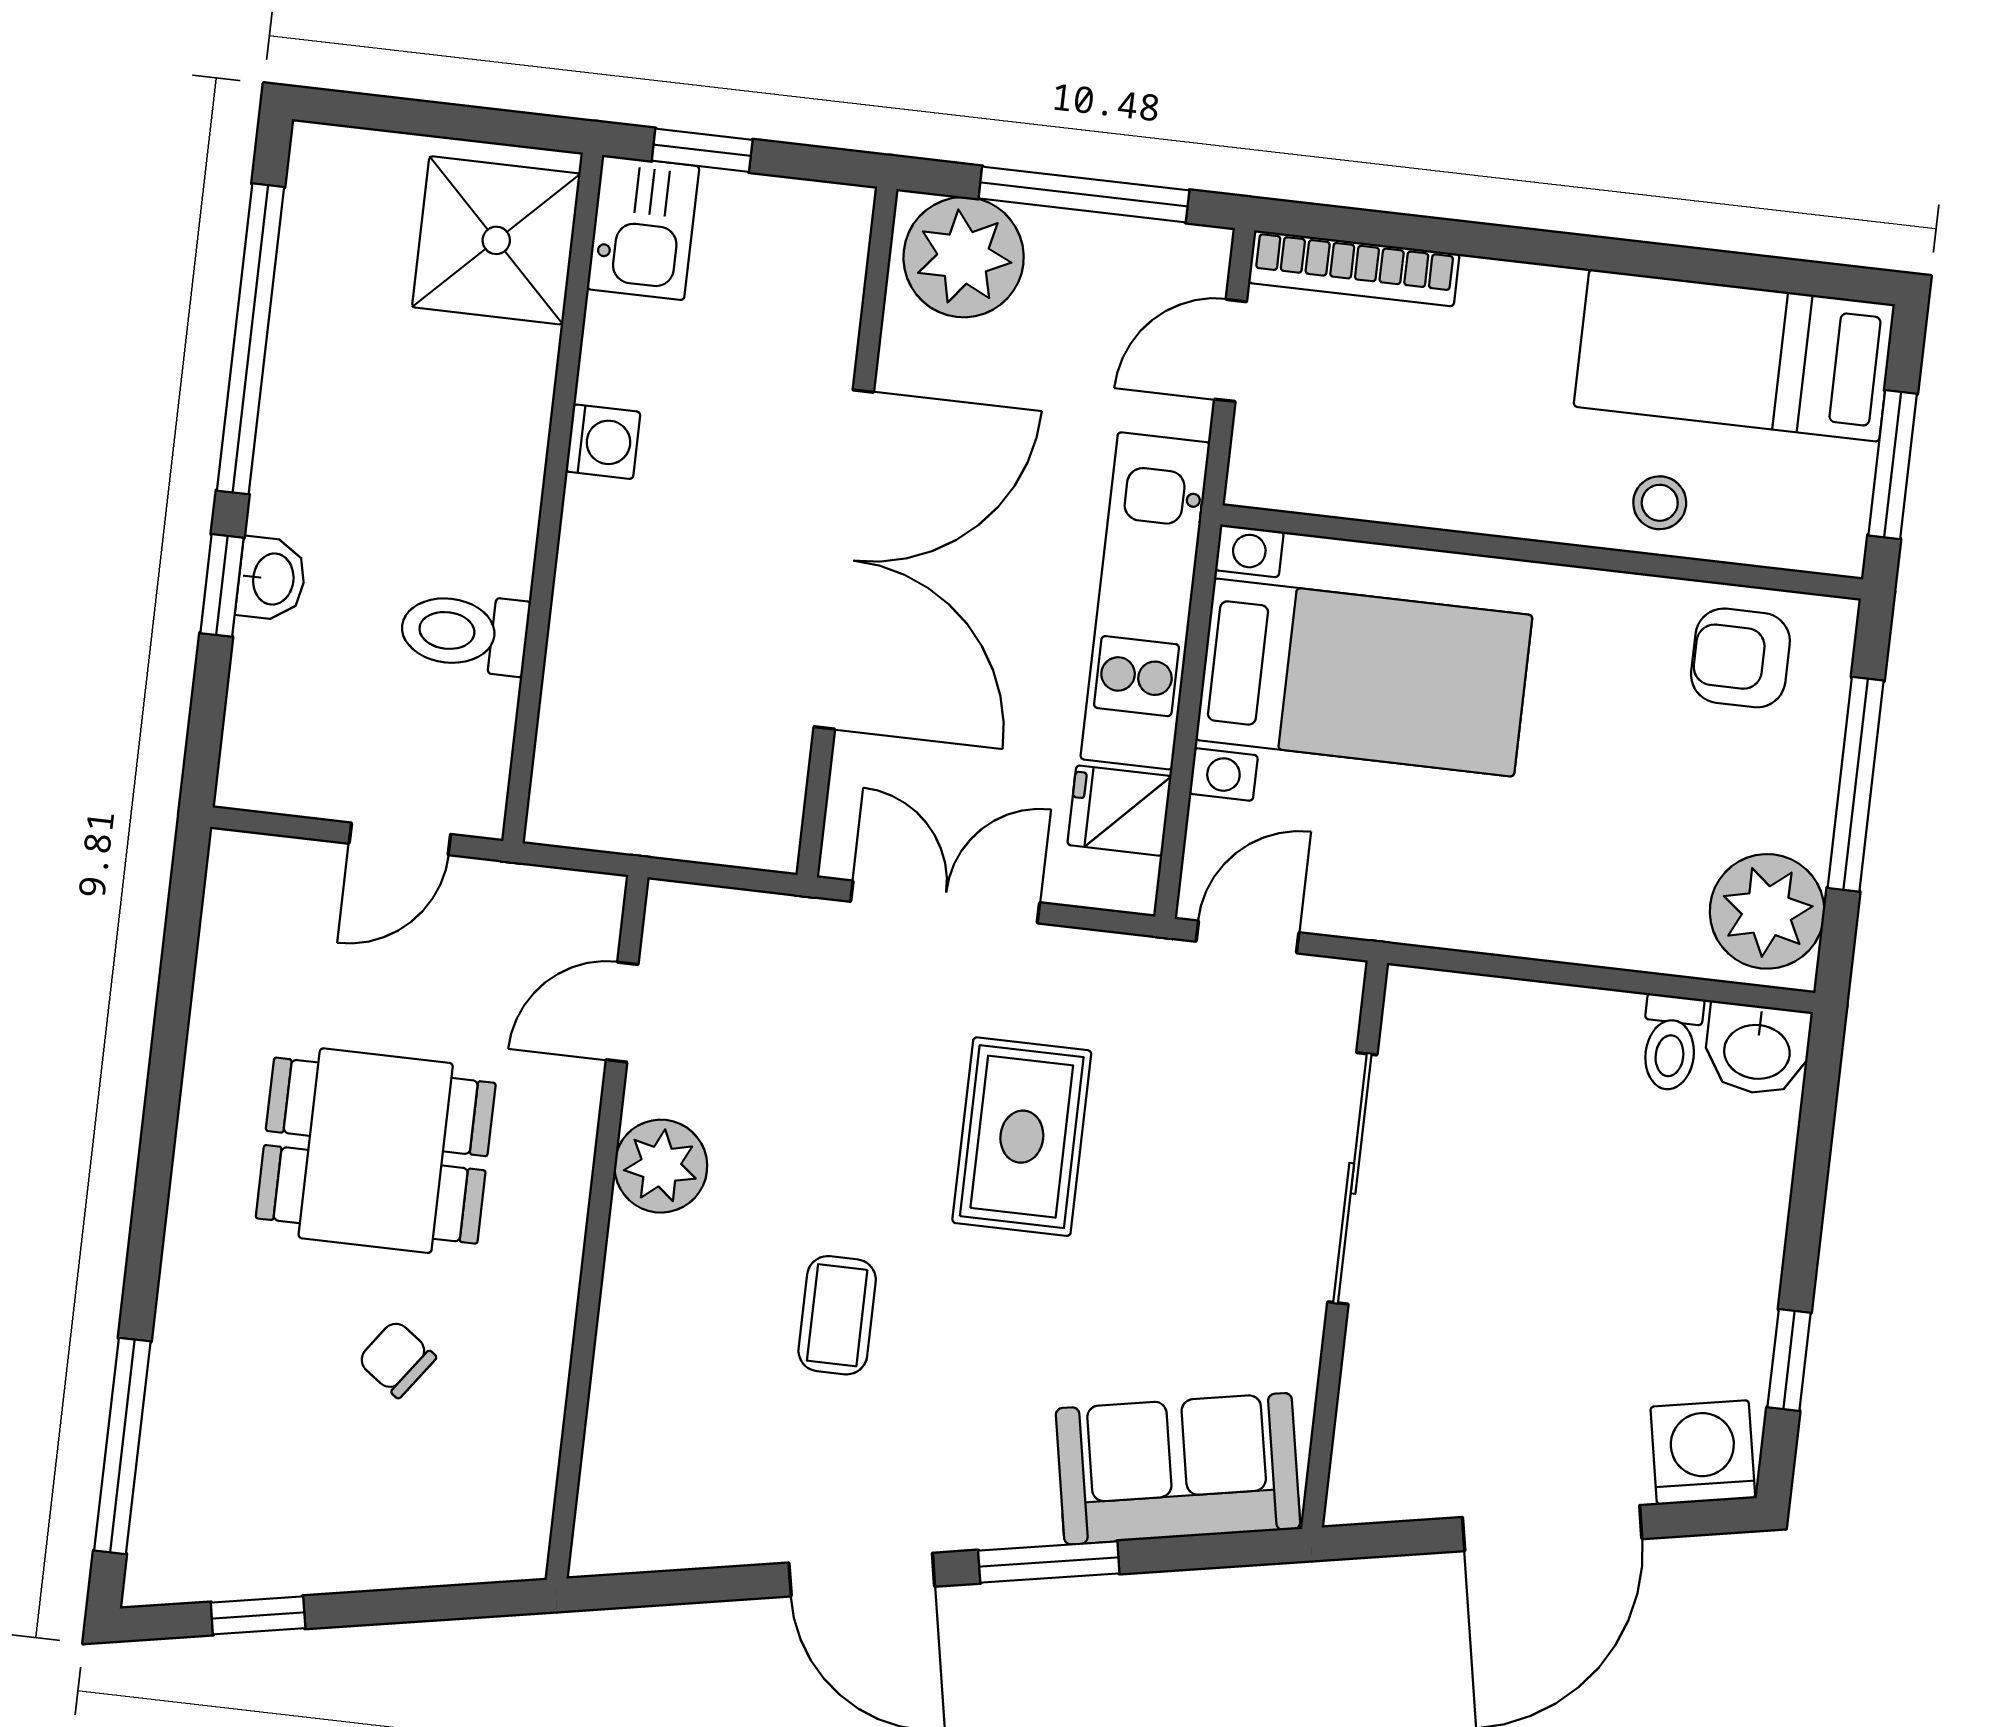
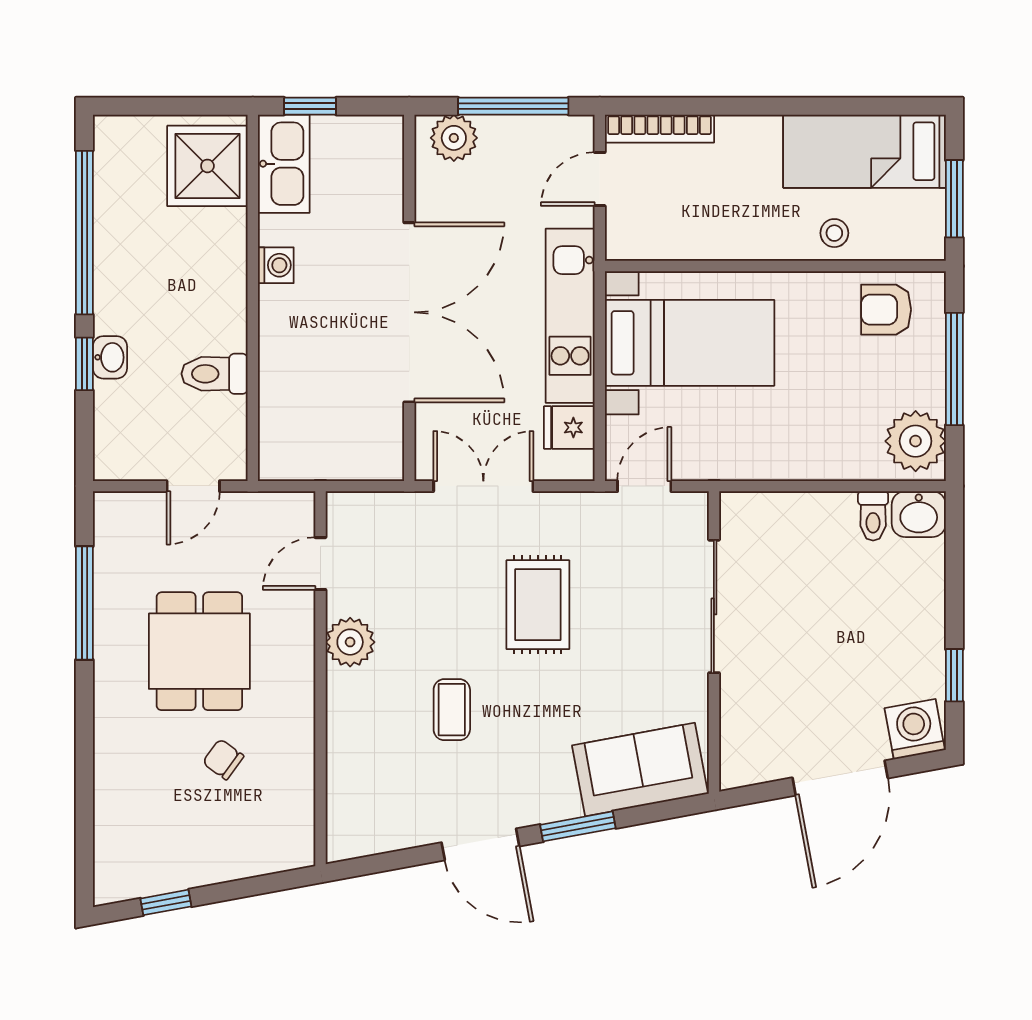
kitchen sink: (643, 228) -> (284, 164), width x1.38
plant: (964, 257) -> (454, 138), width x0.73, depth x0.73
dining table: (376, 1151) -> (199, 651), turned 90
window: (122, 1446) -> (84, 603), moved

